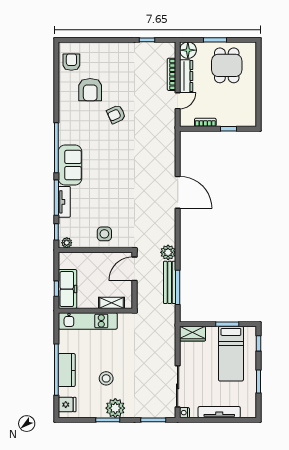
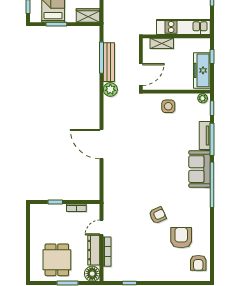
freezer: (67, 289) -> (202, 70), moved

